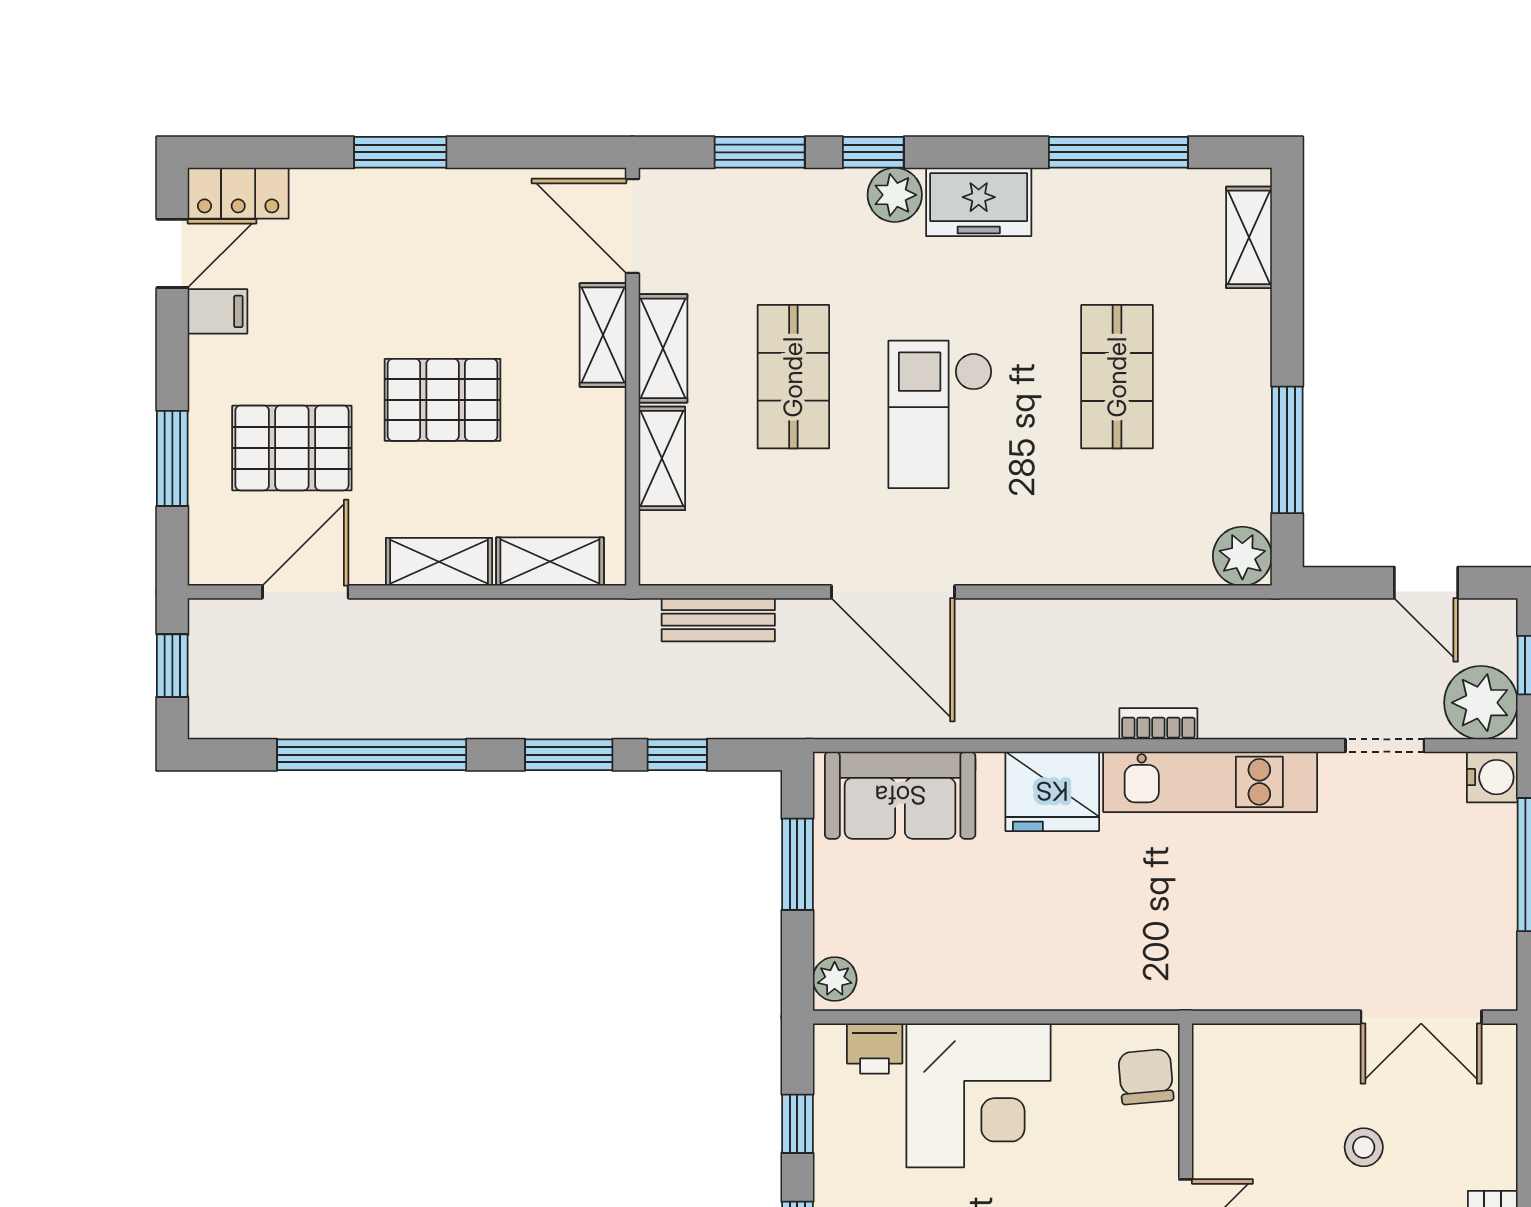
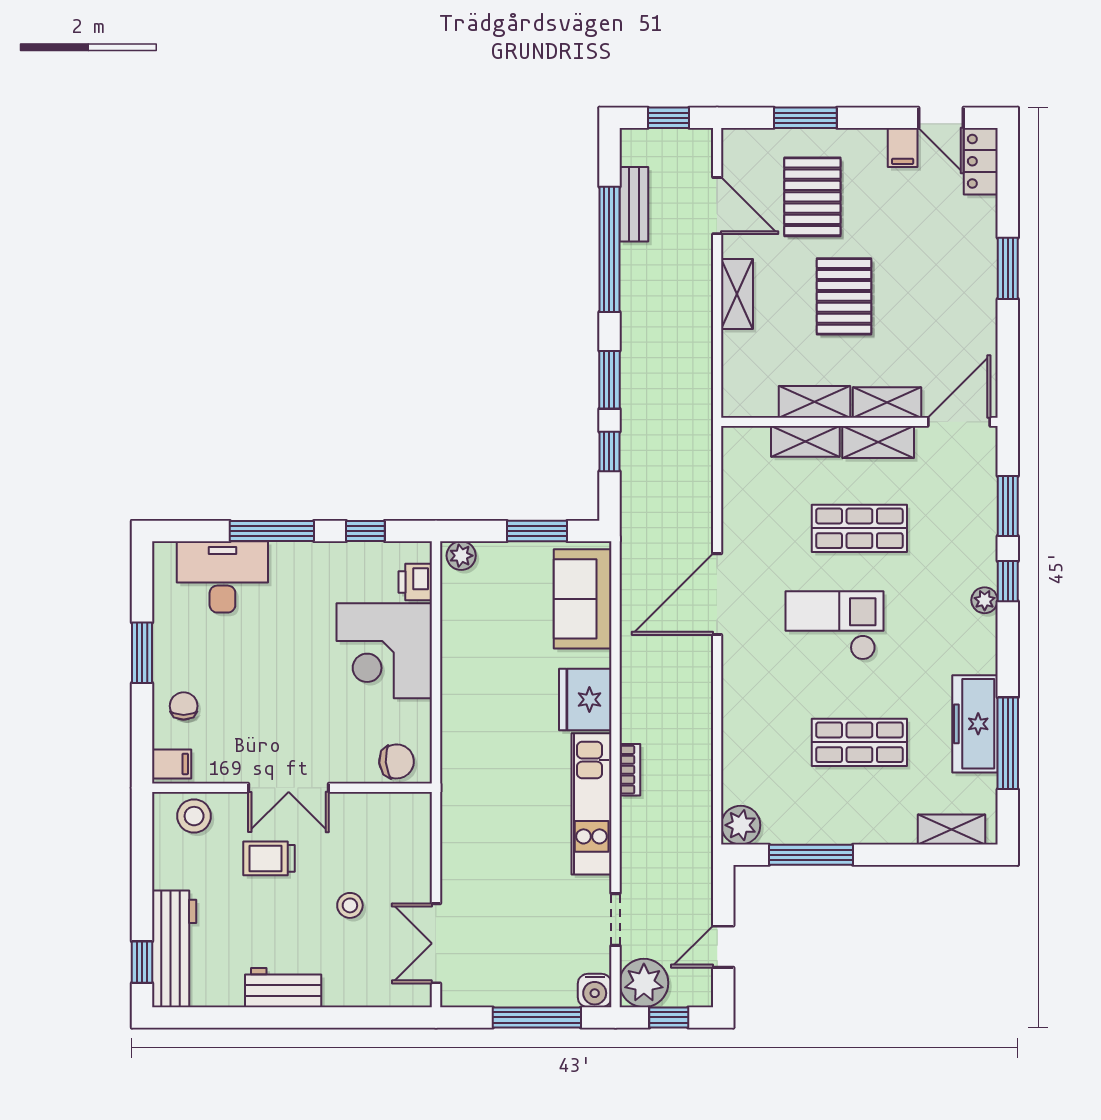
plant: (895, 195) -> (985, 600), width x0.73, depth x0.73
freezer: (979, 202) -> (975, 724), moved, width x1.40
shelving: (550, 562) -> (814, 402), moved, turned 90
bench: (718, 620) -> (634, 204), moved

